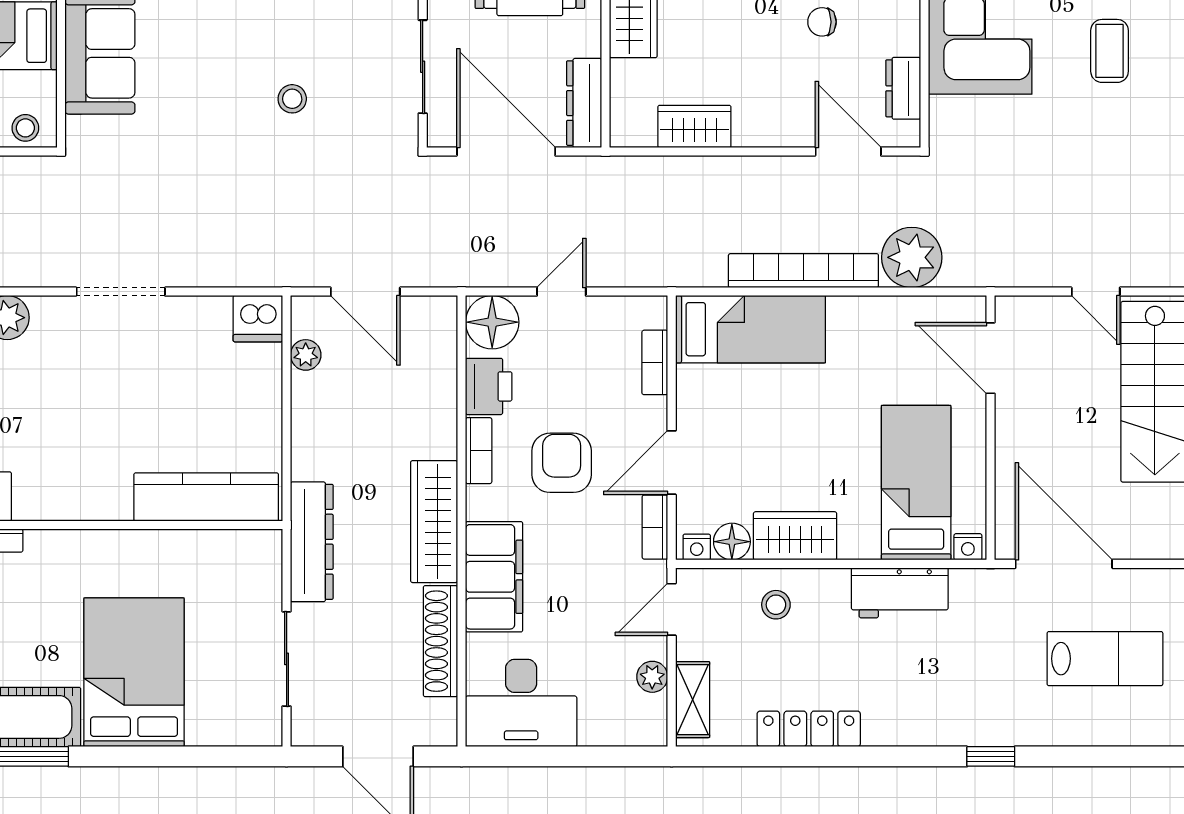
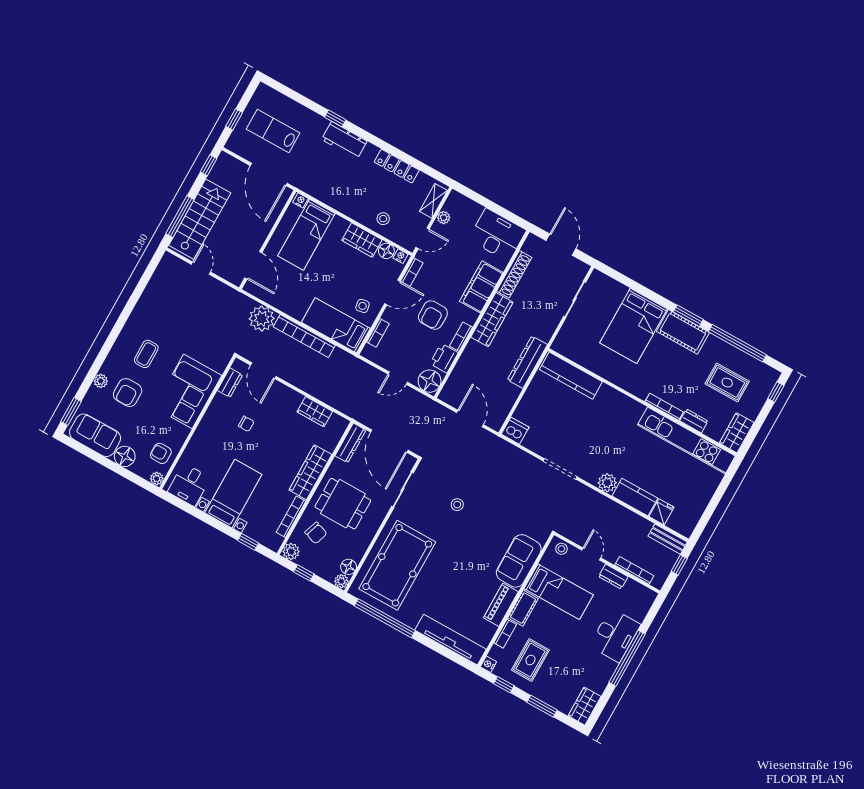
plant: (306, 355) -> (505, 407), removed
side table: (718, 400) -> (363, 306), added
dresser: (312, 542) -> (527, 362), moved
workbench: (900, 593) -> (344, 140), moved, turned 180

